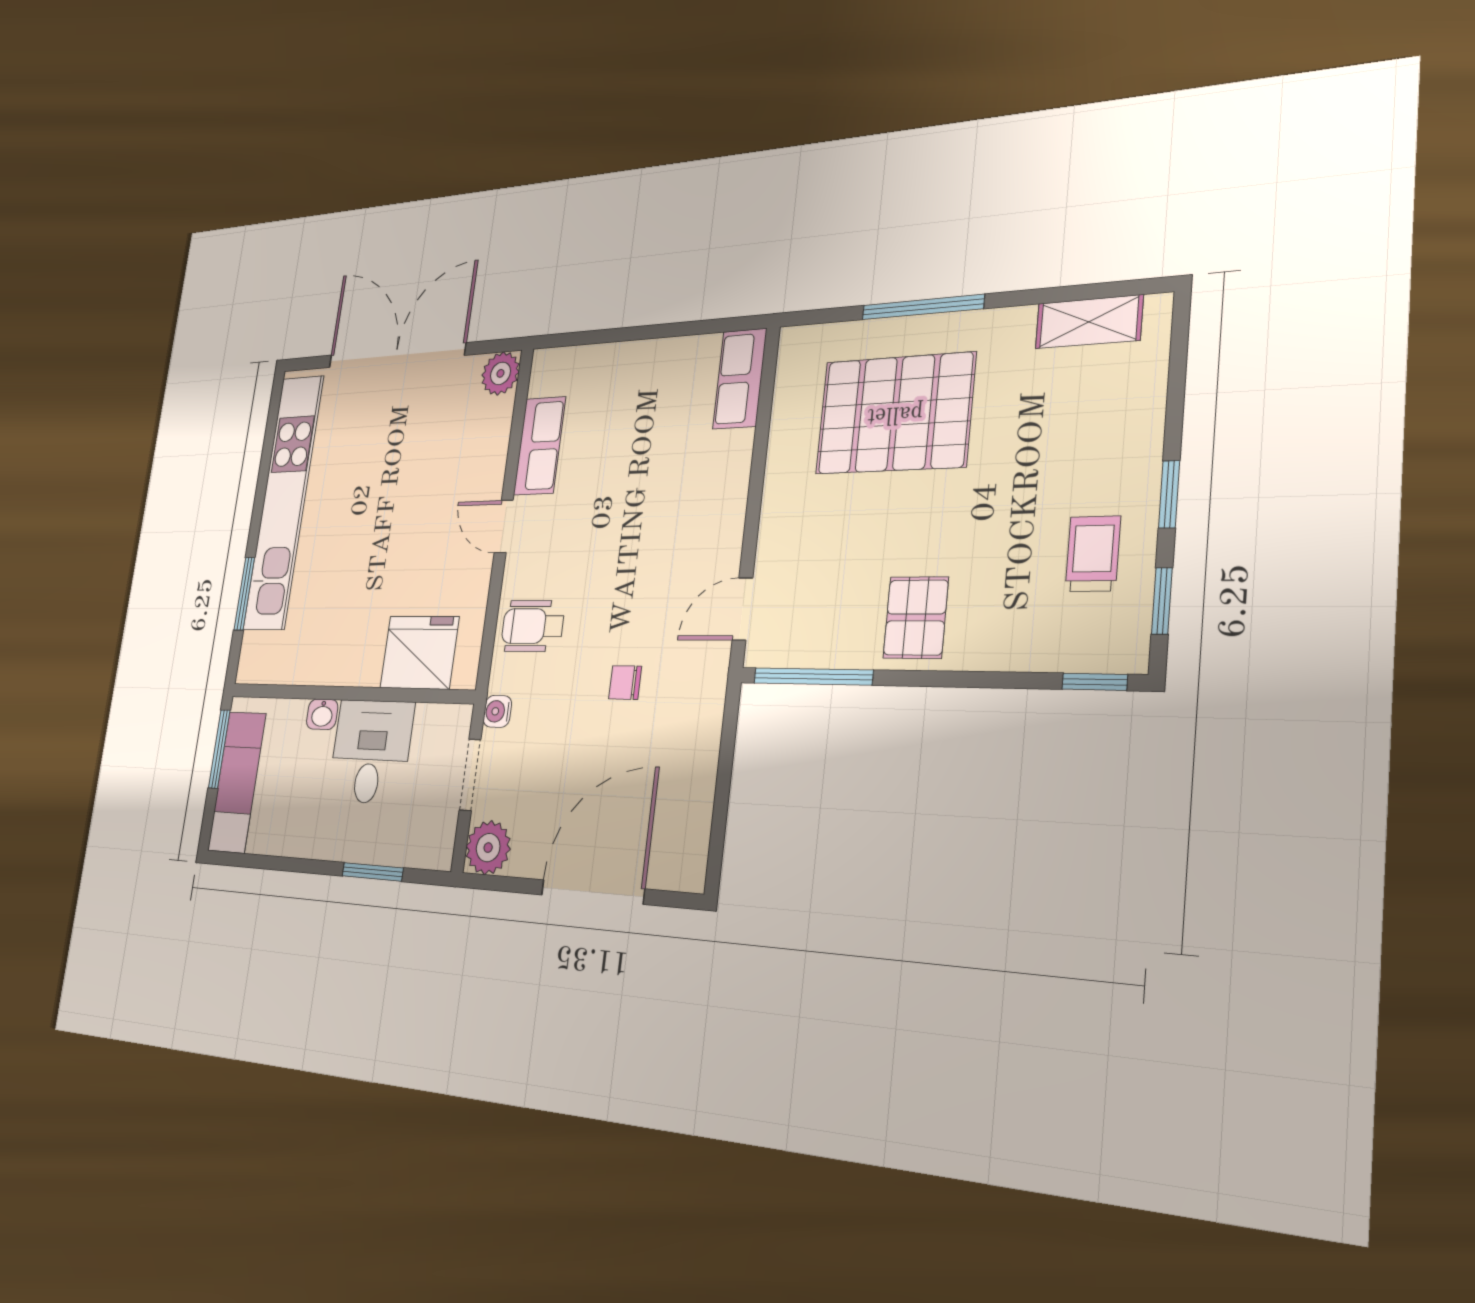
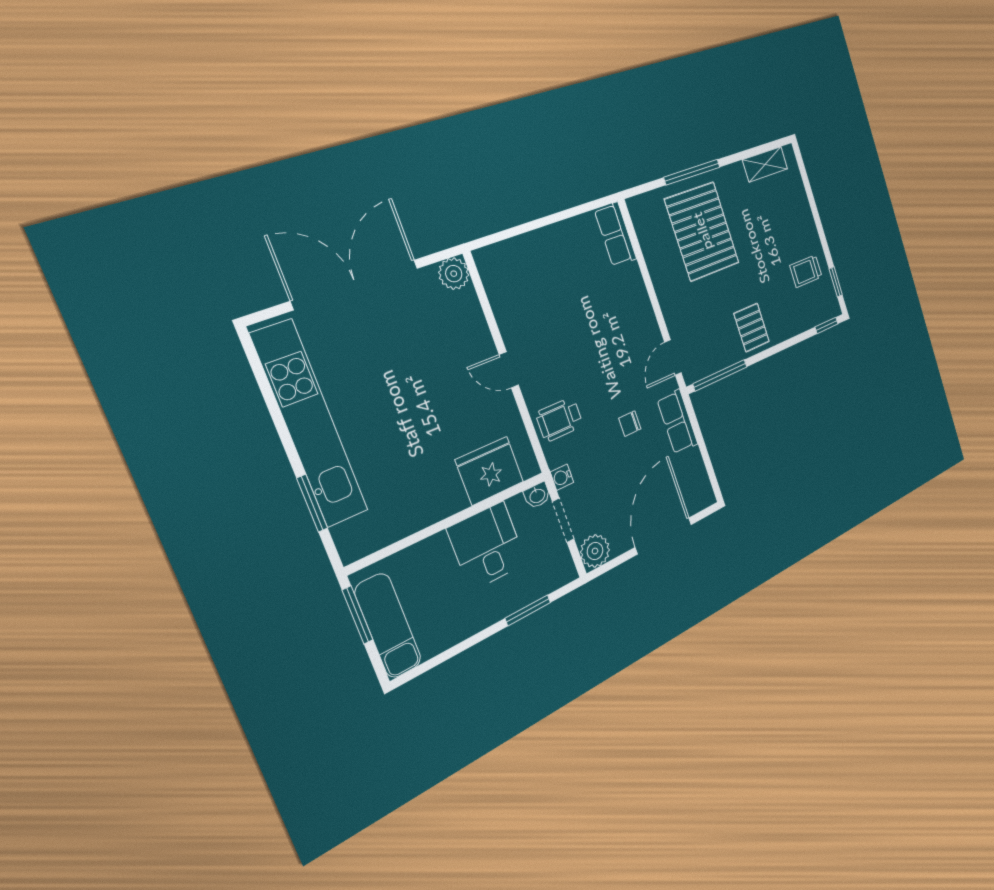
pallet: (895, 414) -> (702, 231), turned 90
row of seats: (540, 446) -> (677, 422), moved, turned 180
window: (1169, 494) -> (822, 236), removed
trolley: (1093, 554) -> (806, 271), turned -90
washbasin: (322, 714) -> (537, 495), moved

